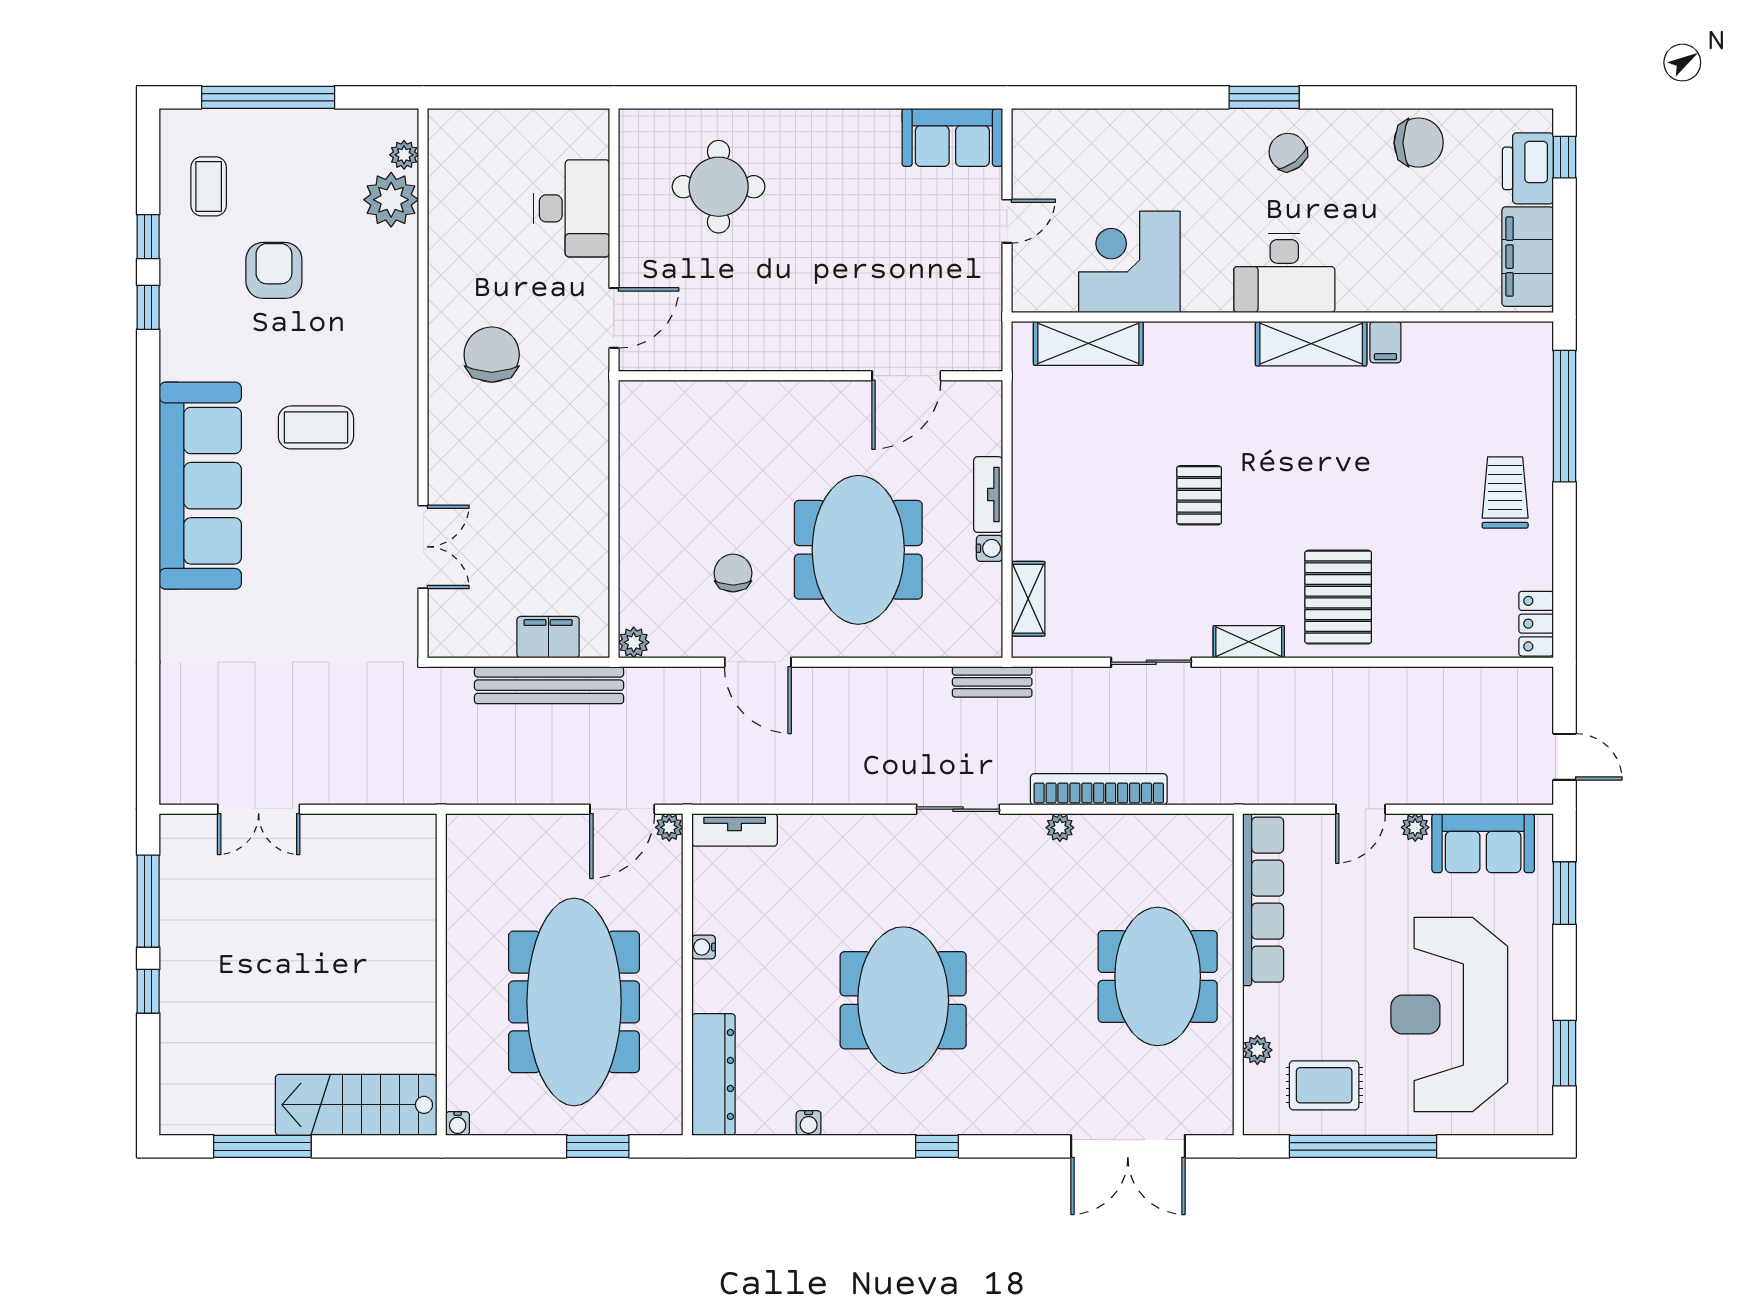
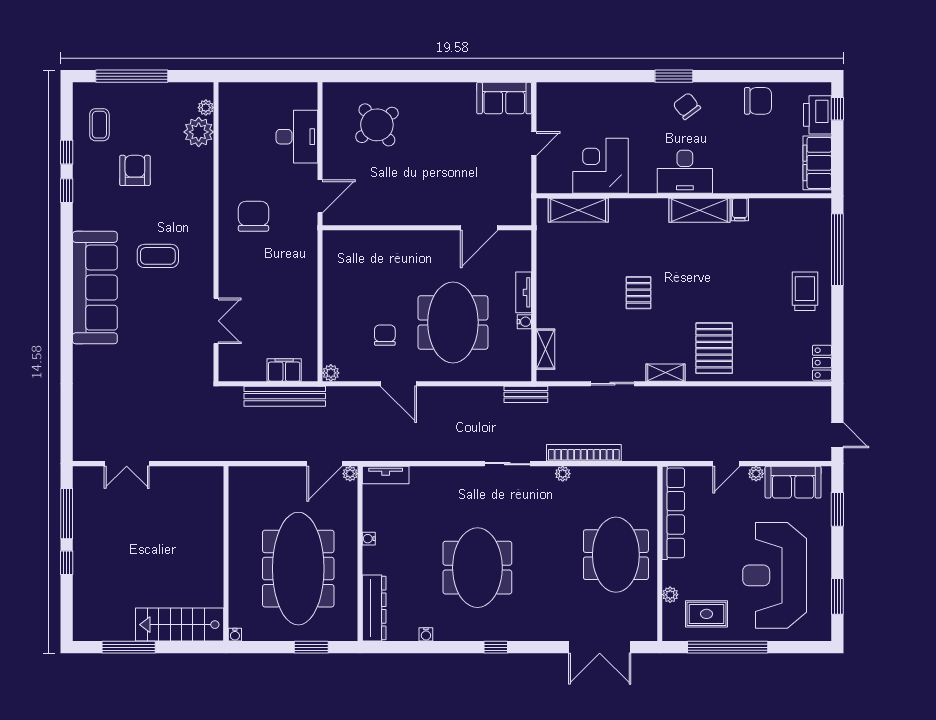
round table: (719, 187) -> (377, 125), turned -38

